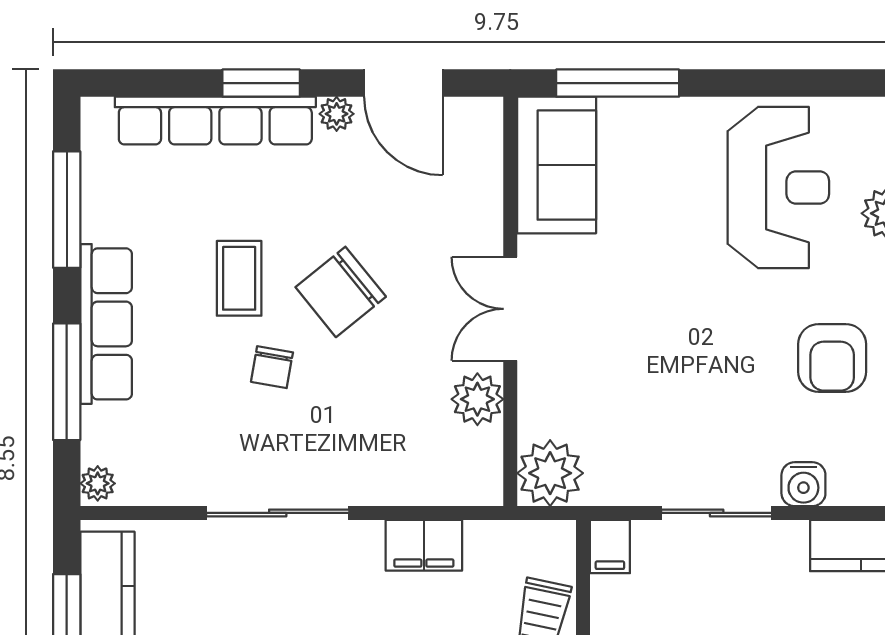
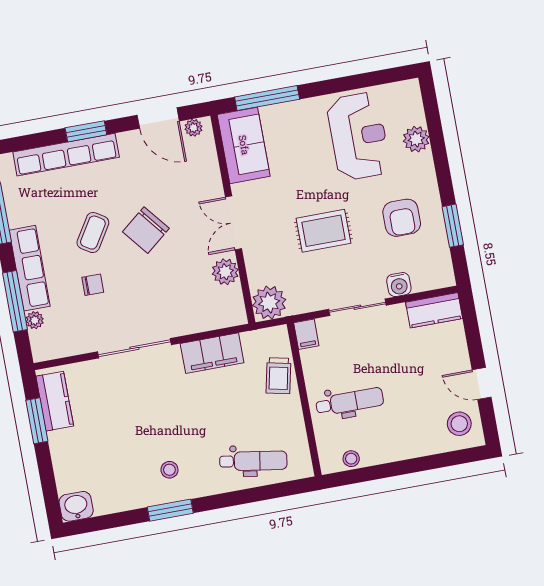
plant: (337, 114) -> (193, 128), moved
coffee table: (239, 278) -> (93, 233), turned 32
rug: (679, 355) -> (323, 231), added
chair: (272, 367) -> (93, 285), moved, turned -100
plant: (98, 483) -> (35, 320), moved
filing cabinet: (424, 545) -> (212, 353), width x1.50, depth x1.17

